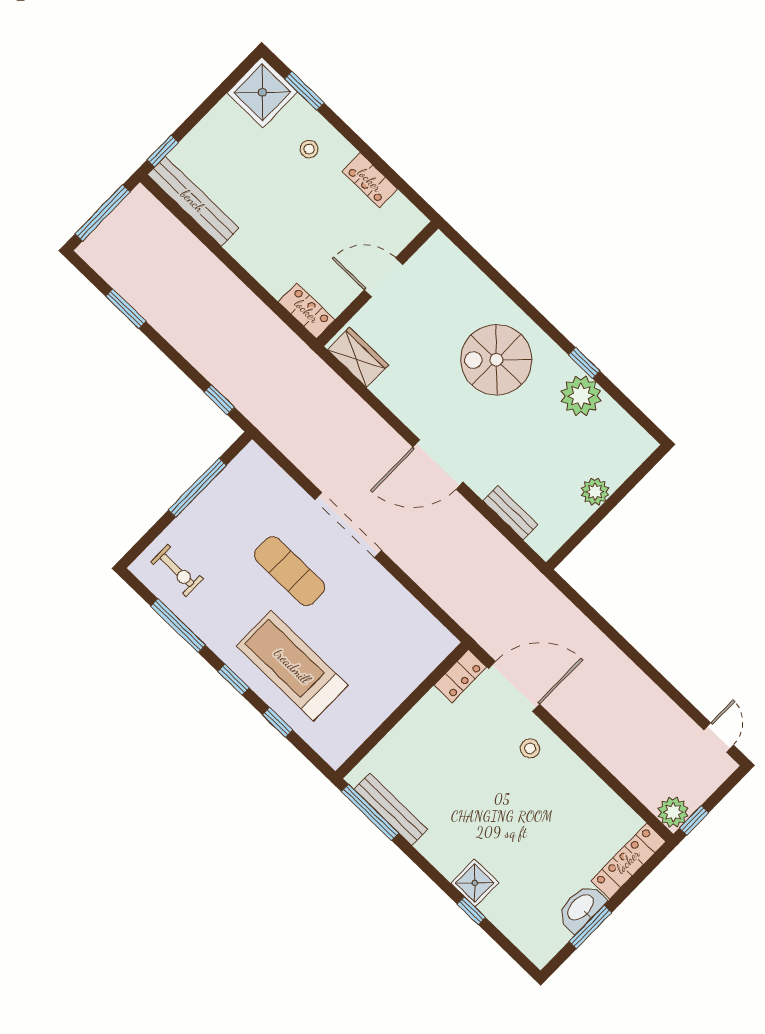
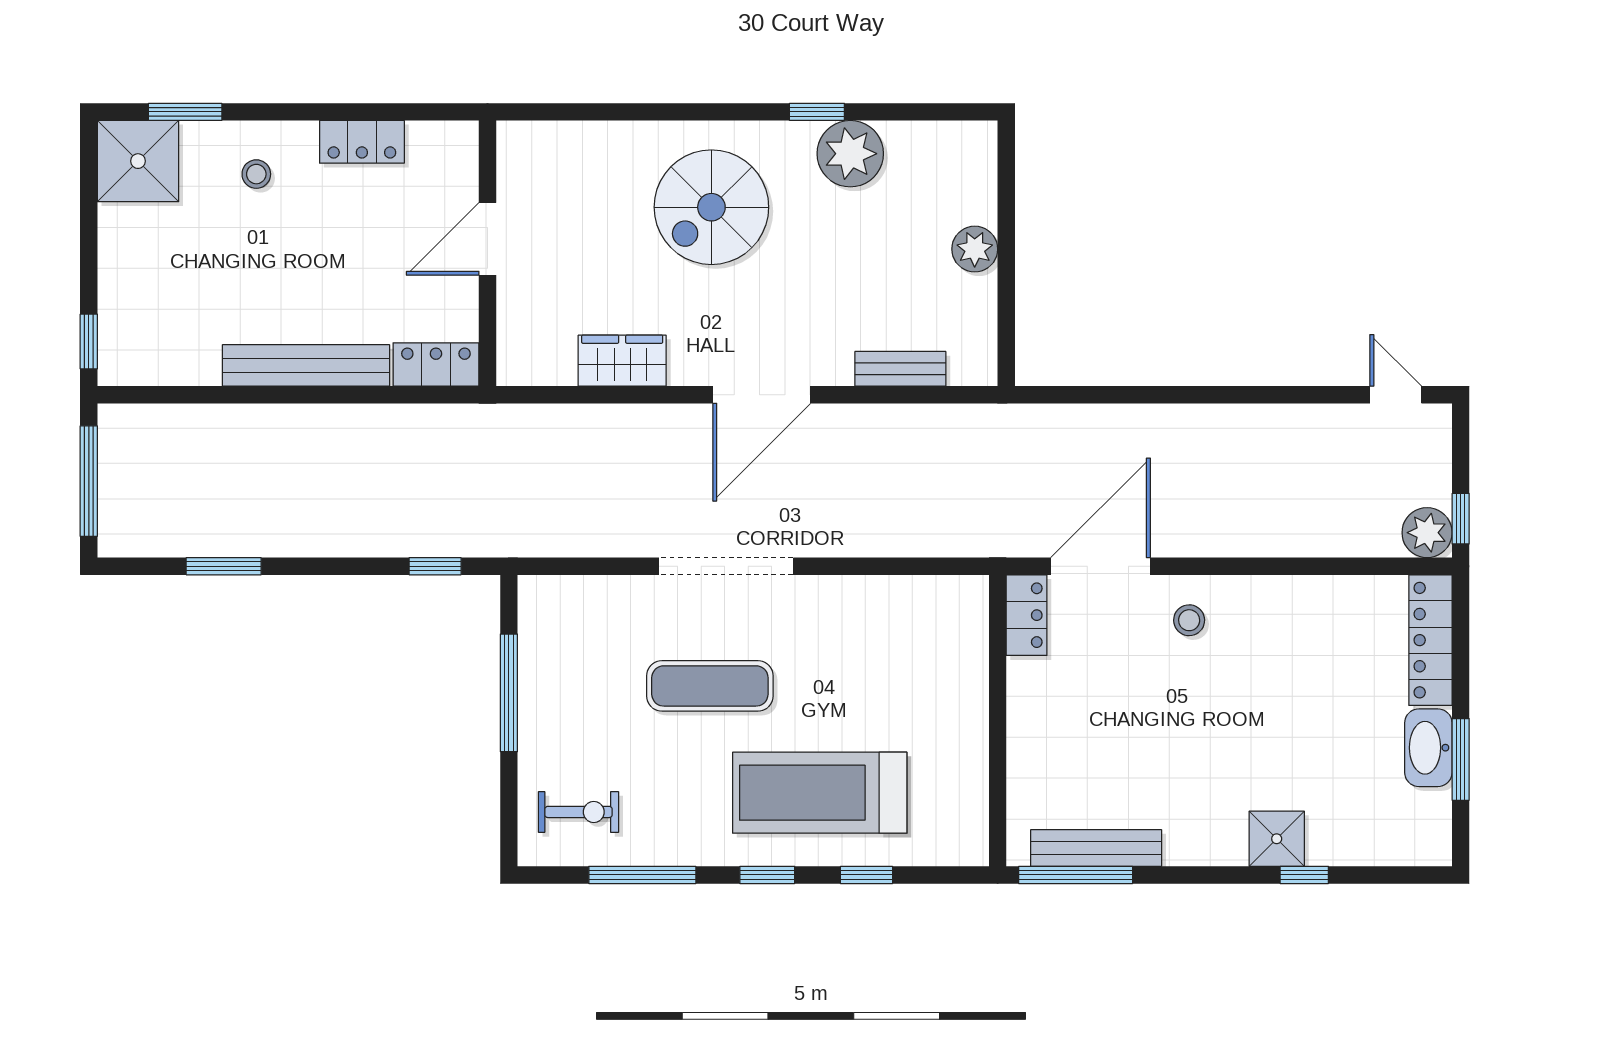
bench: (193, 201) -> (306, 365), moved
wardrobe: (358, 357) -> (622, 361), moved

